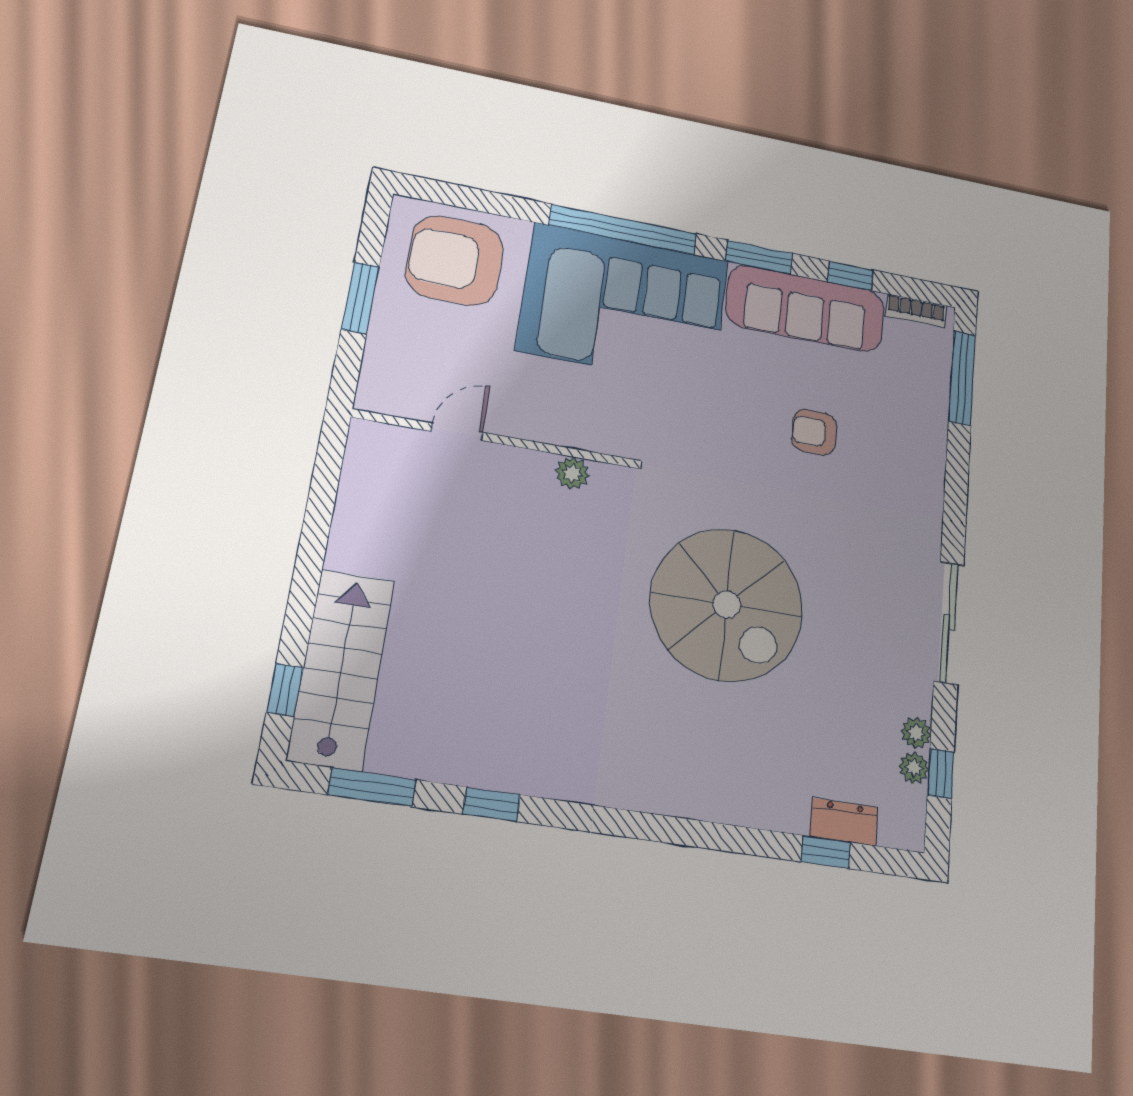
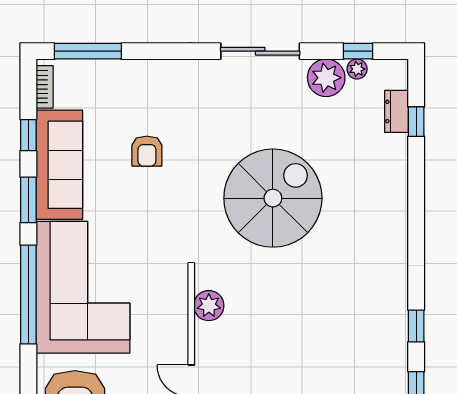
plant: (572, 473) -> (209, 306), width x1.38, depth x1.38
plant: (916, 733) -> (326, 78), width x1.88, depth x1.88

